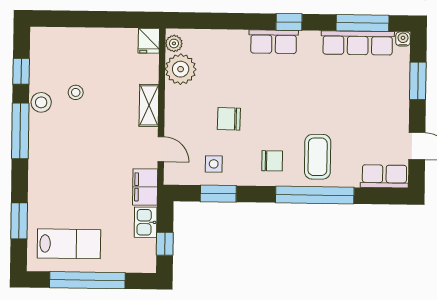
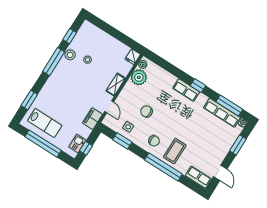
kitchen sink: (146, 222) -> (77, 144), moved

